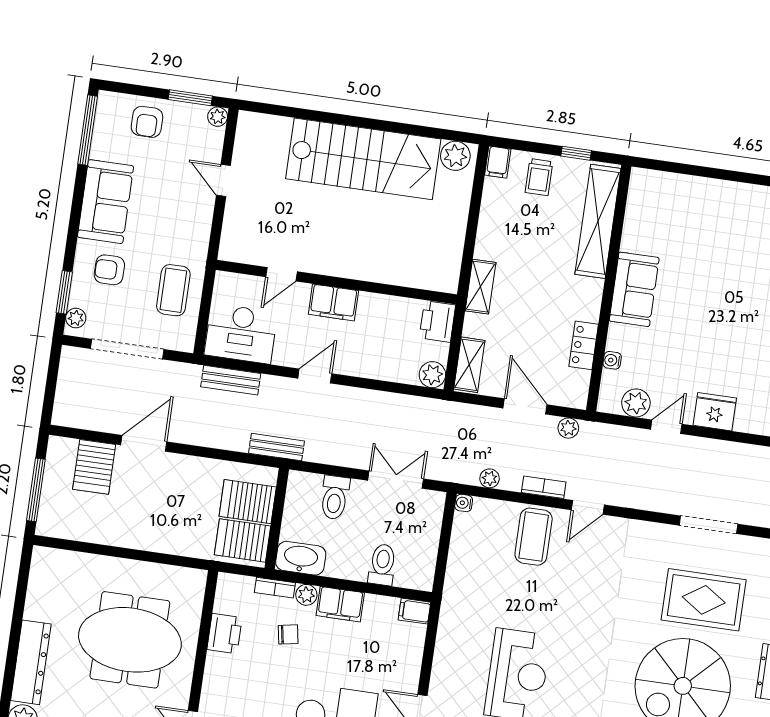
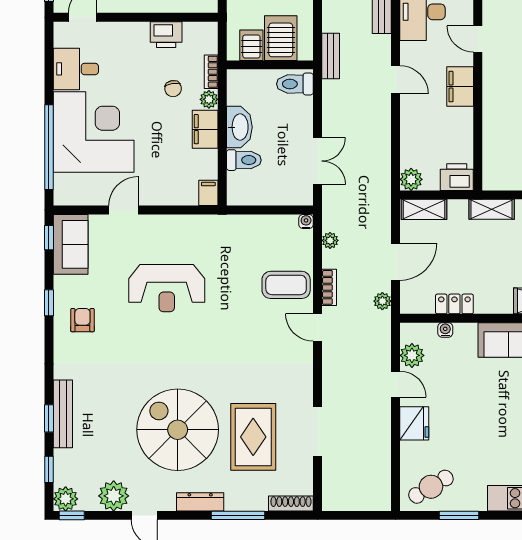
toilet: (335, 498) -> (295, 84), moved
server rack: (243, 540) -> (251, 45), width x0.73, depth x0.70
washbasin: (301, 558) -> (239, 127), moved

